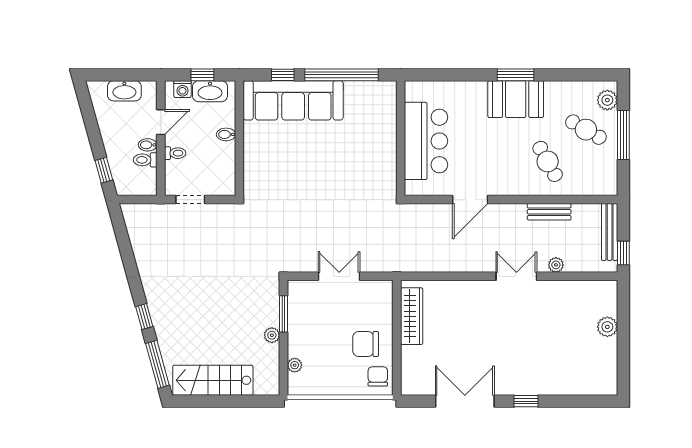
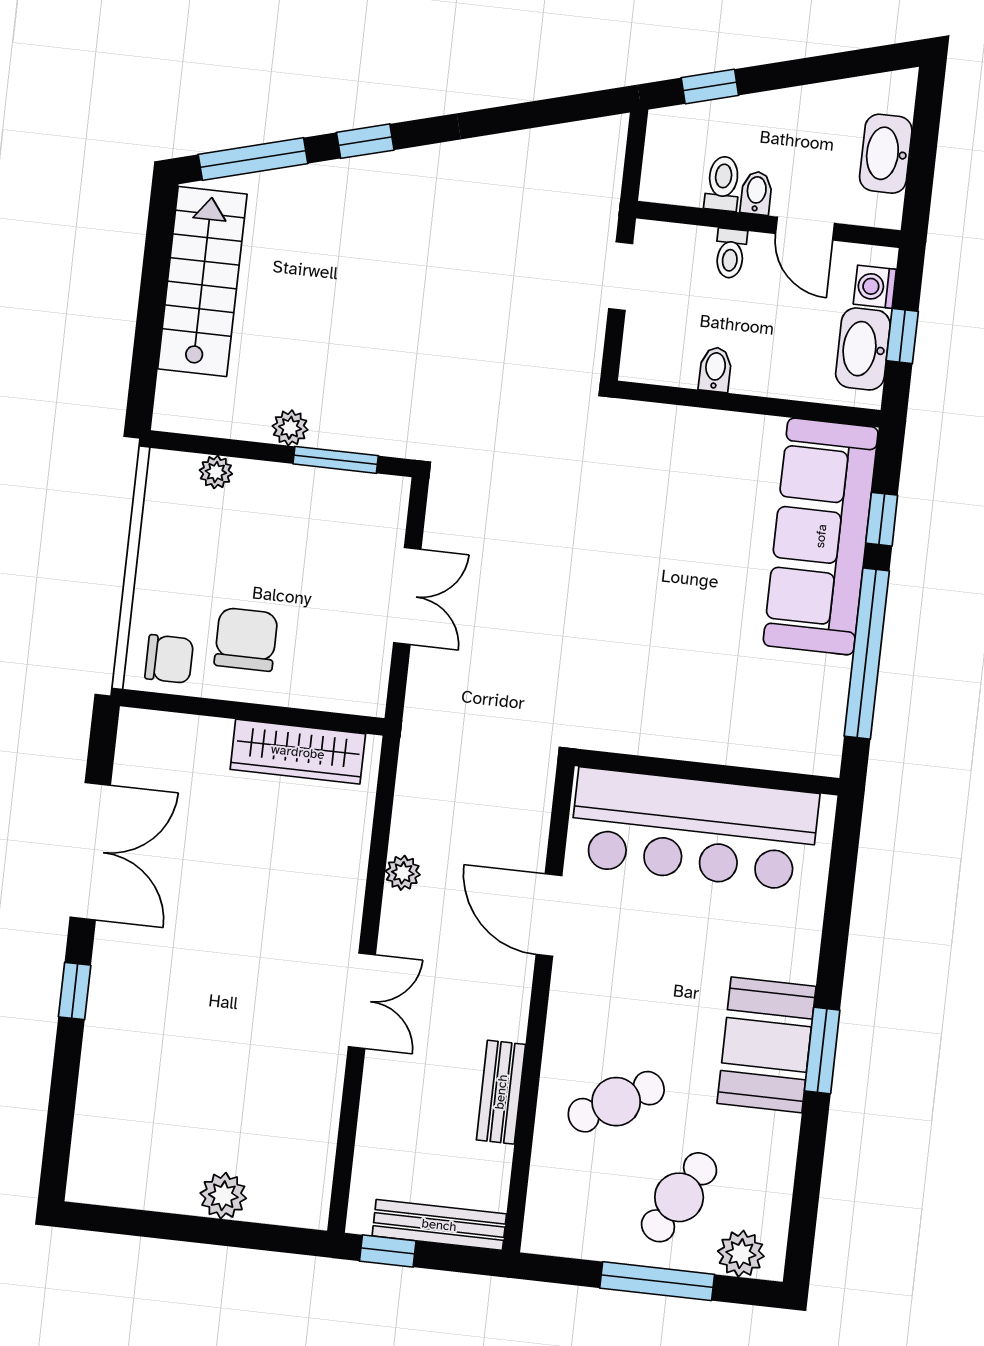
bidet: (226, 134) -> (715, 369), moved
bar counter: (426, 141) -> (694, 829), width x1.36
plant: (556, 265) -> (403, 873), moved

